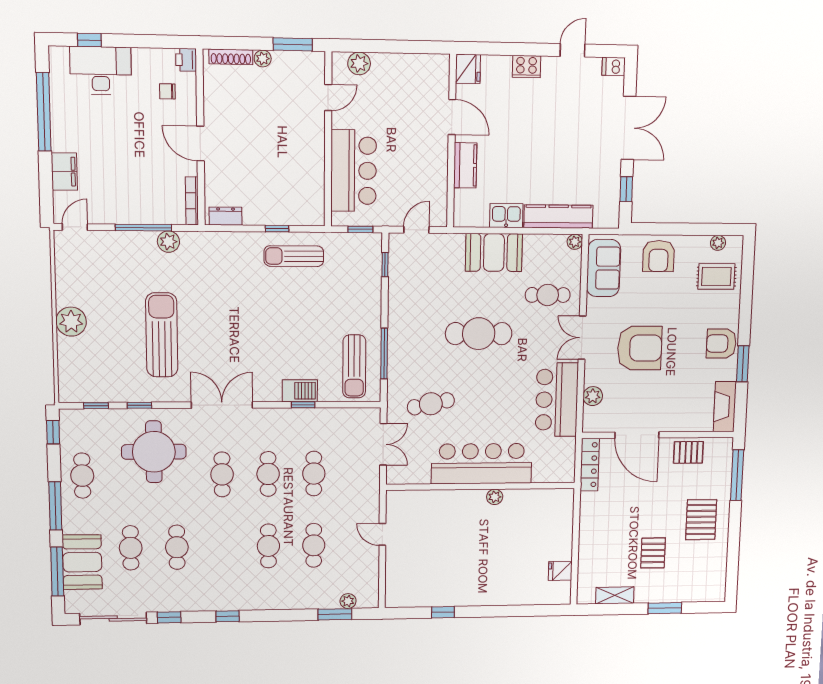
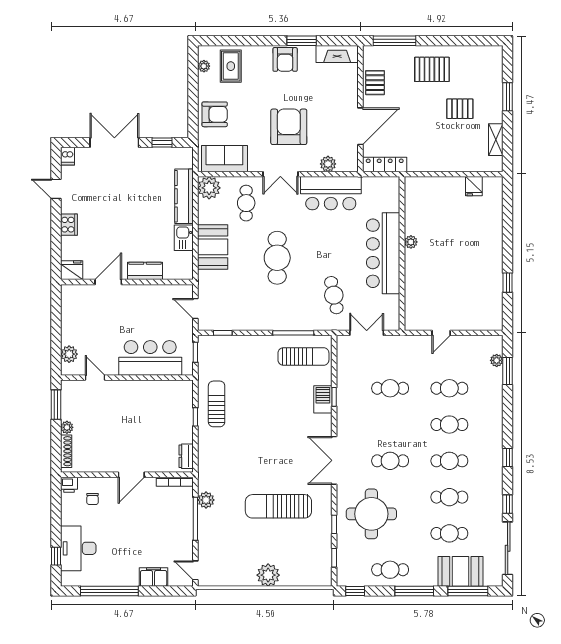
plant: (575, 242) -> (209, 188), width x1.87, depth x1.87
sun lounger: (294, 256) -> (217, 404), turned 180
cafe table: (268, 474) -> (449, 461), moved

